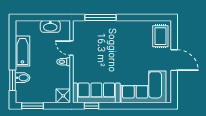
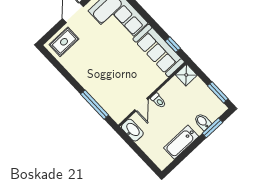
washbasin: (50, 26) -> (132, 130), moved

